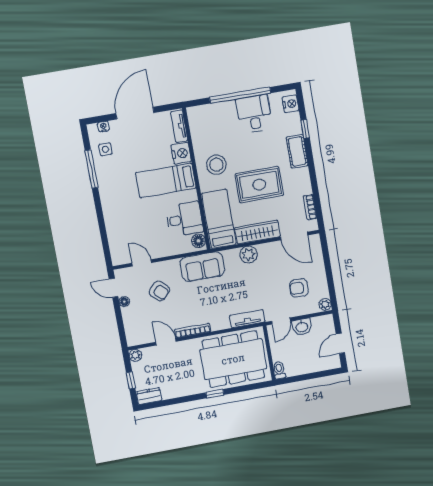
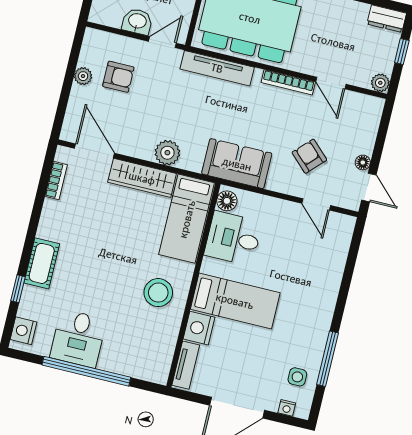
rug: (259, 185) -> (112, 241), removed
plant: (325, 304) -> (83, 76), moved
tv unit: (247, 319) -> (217, 68), width x1.41

